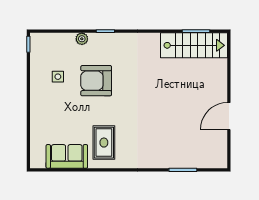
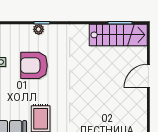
plant: (82, 39) -> (39, 29), moved
door: (229, 116) -> (148, 76), moved

